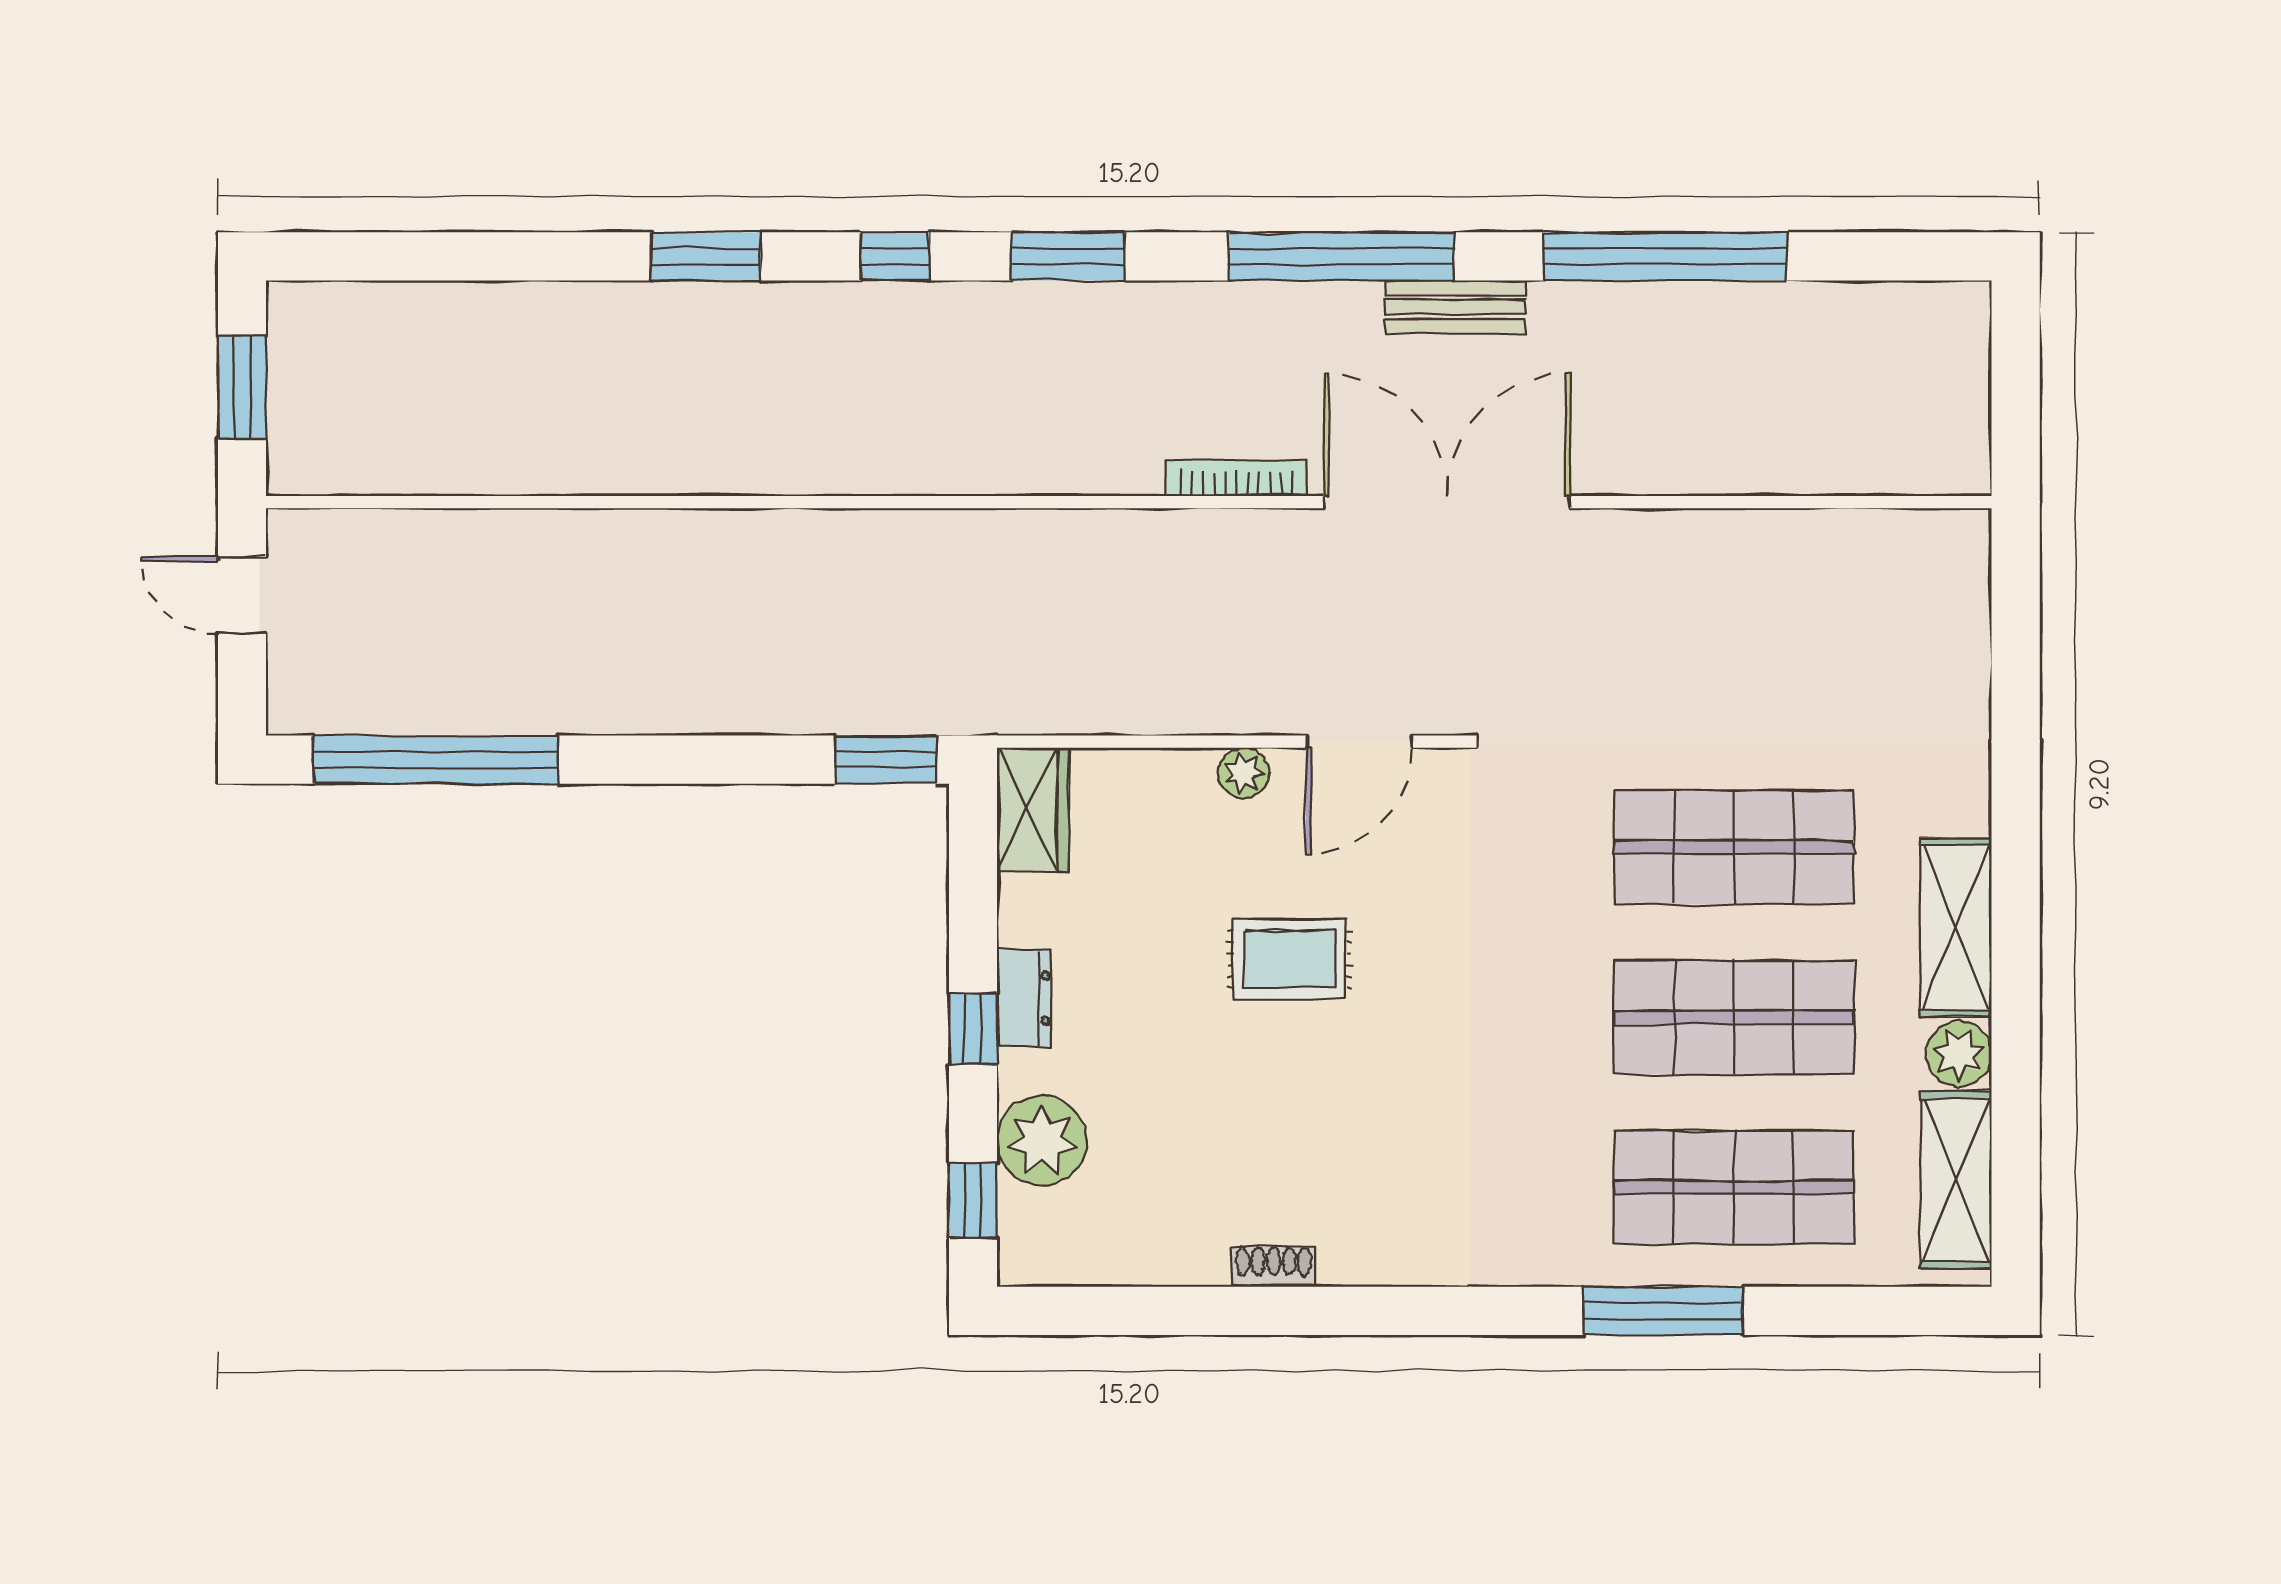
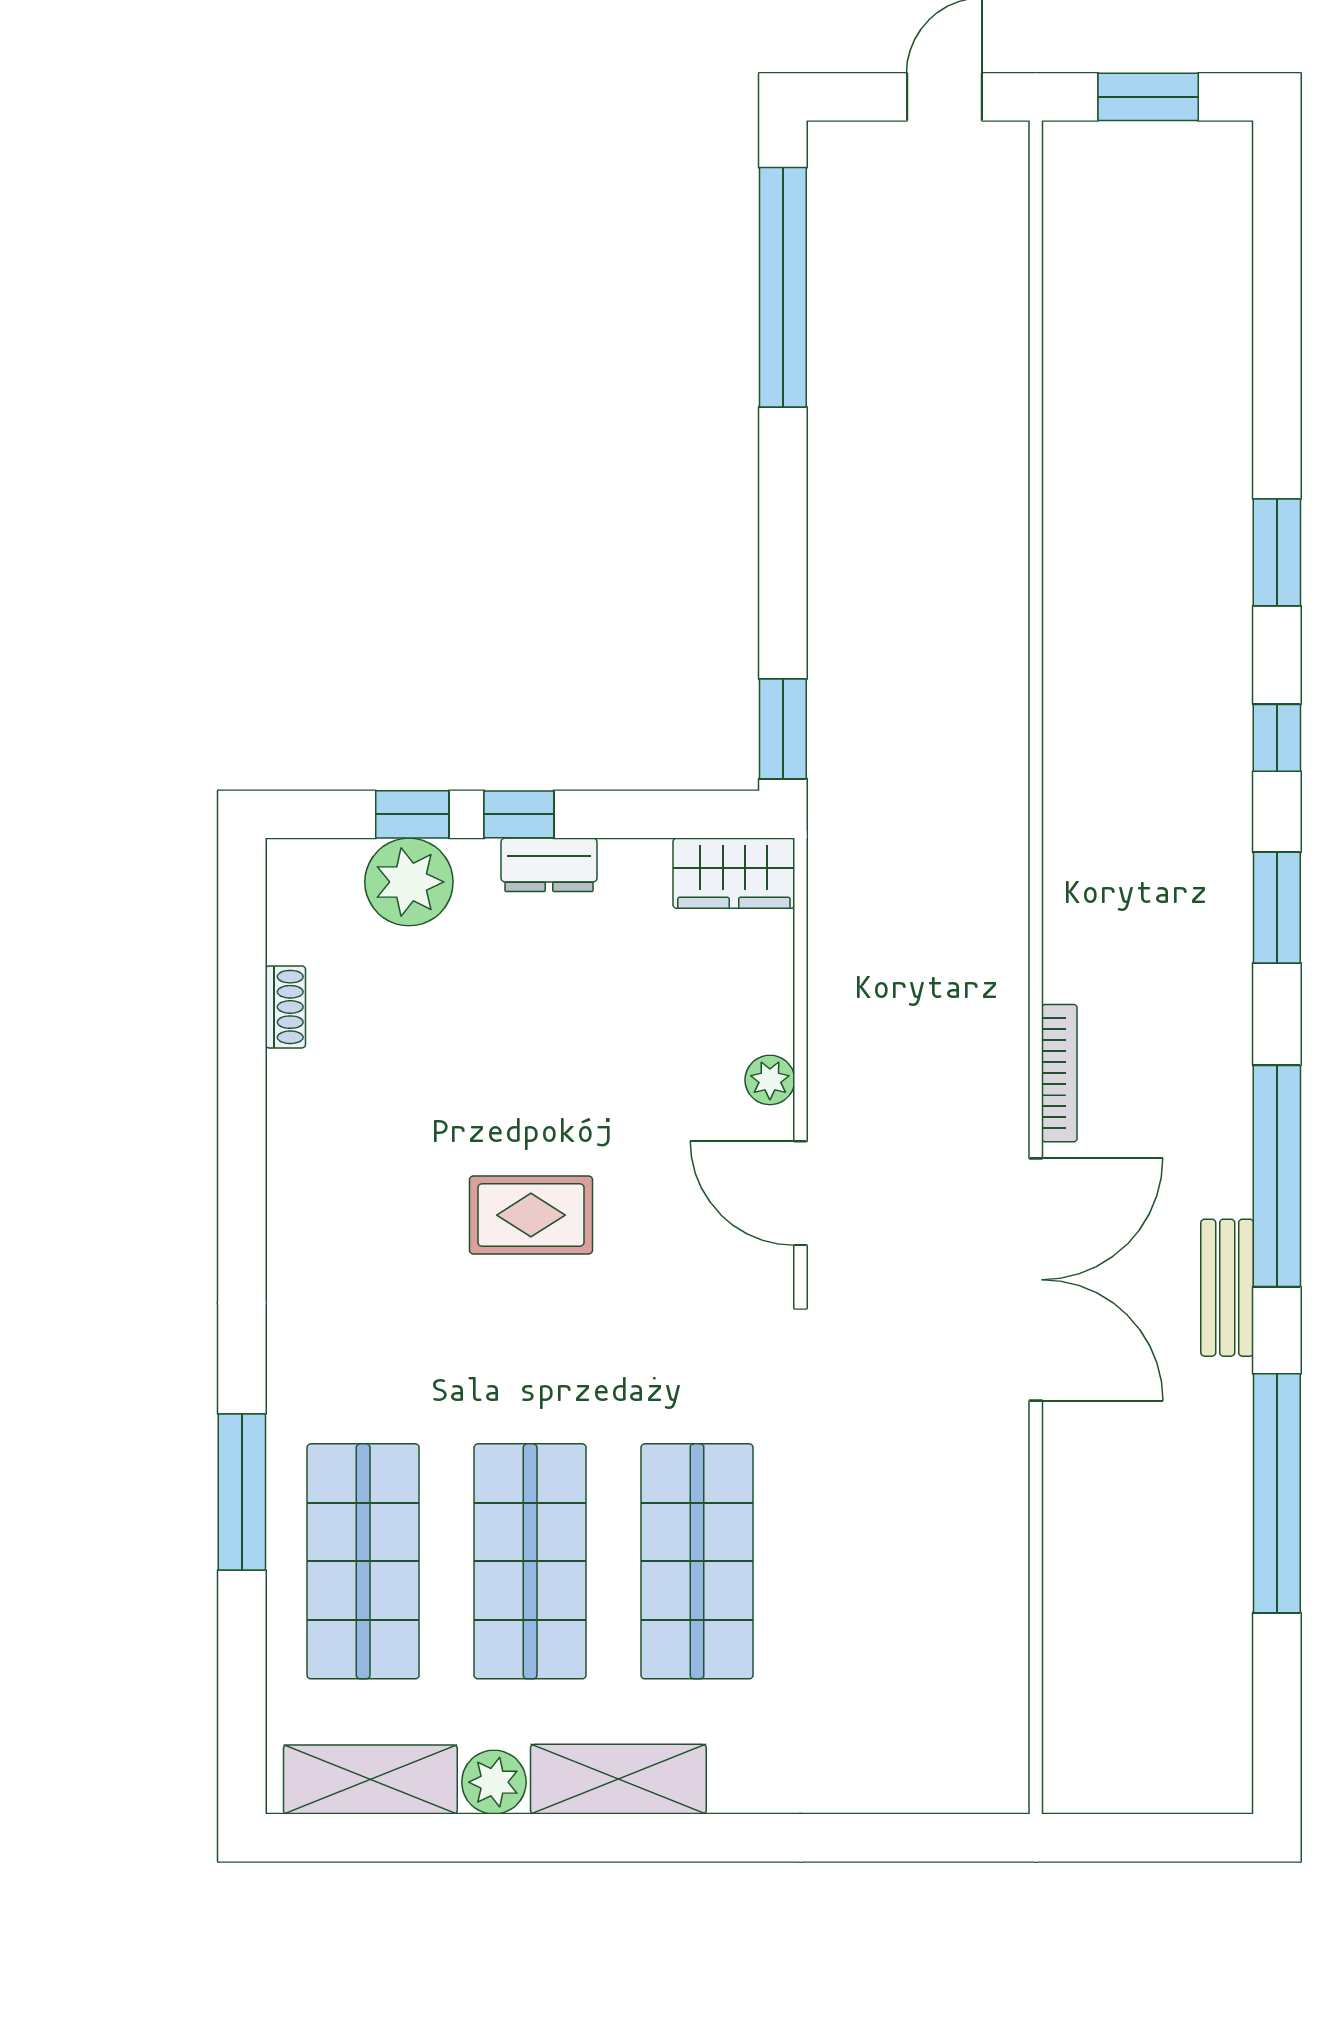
rug: (1290, 959) -> (531, 1215), moved, turned 90
window: (973, 1201) -> (412, 814), moved
shoe rack: (1274, 1267) -> (285, 1007), moved

